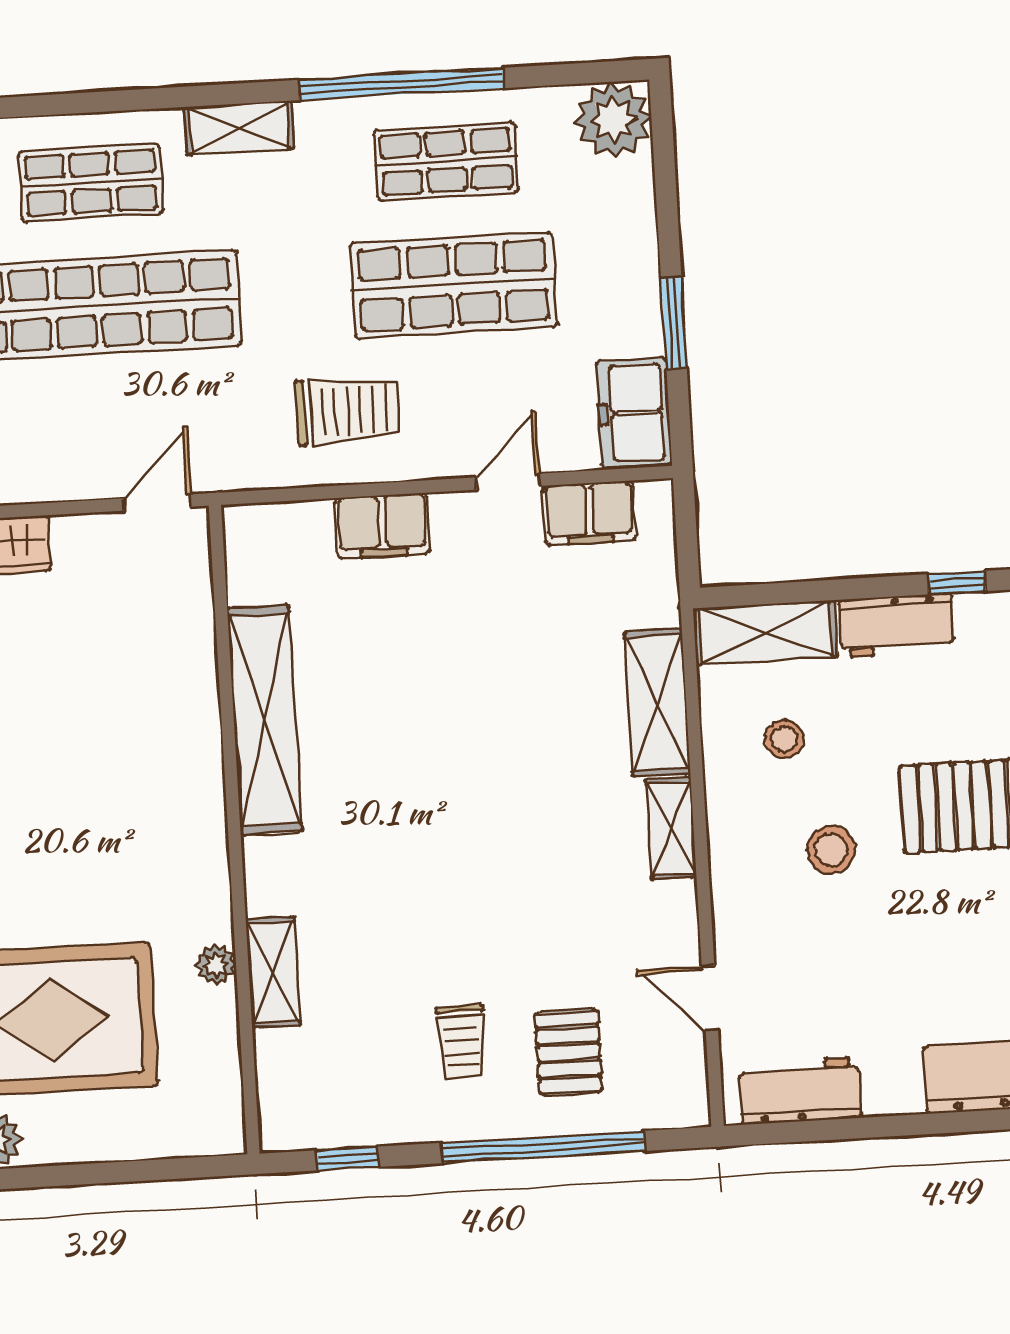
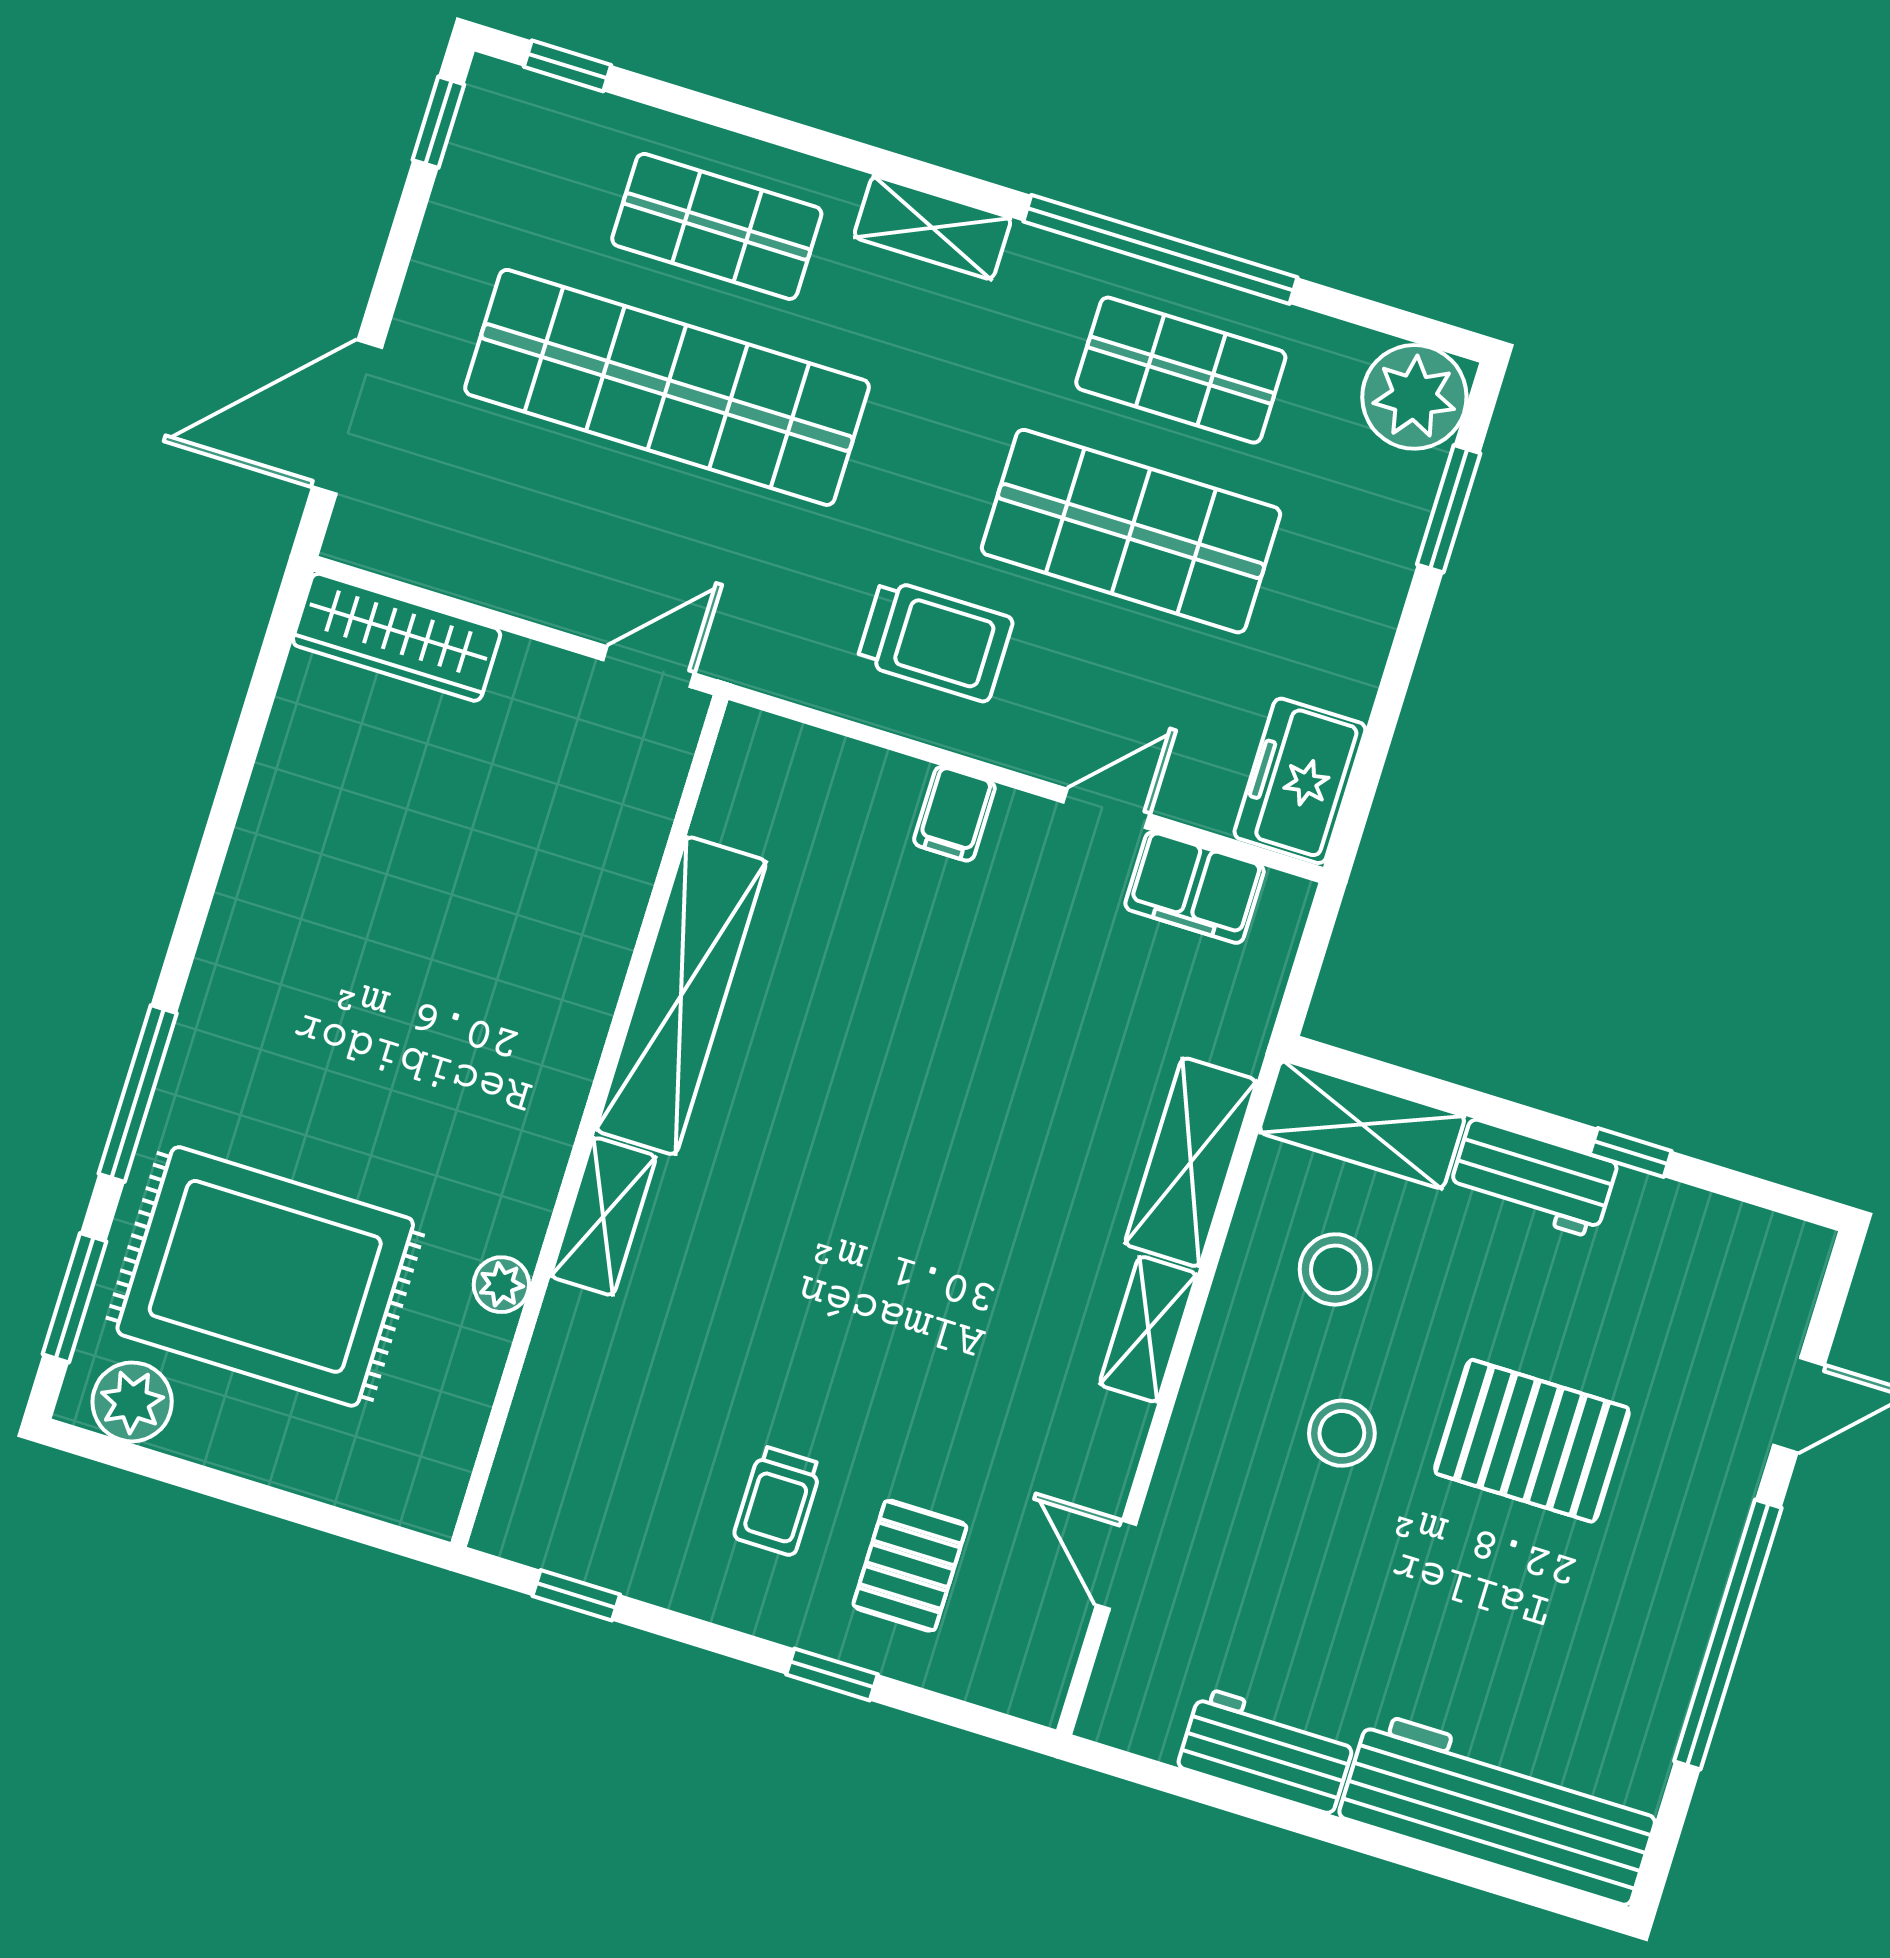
window: (674, 323) -> (1449, 509), moved
filing cabinet: (382, 526) -> (954, 814), width x0.50
stool: (784, 739) -> (1335, 1269), width x1.37, depth x1.37
shelving: (273, 972) -> (603, 1216), moved
workbench: (800, 1091) -> (1267, 1751), moved
window: (543, 1147) -> (832, 1674), width x0.32

